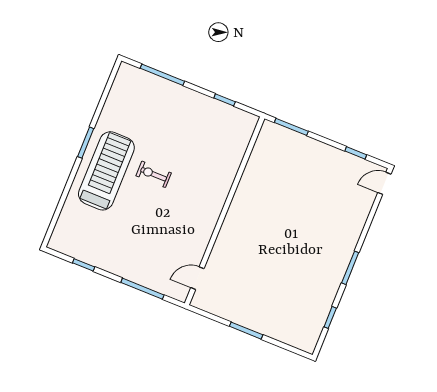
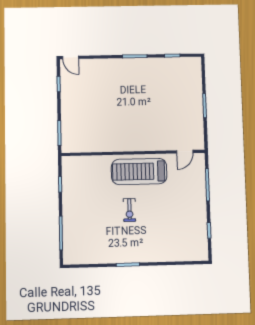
treadmill: (106, 171) -> (139, 171), moved
door: (197, 278) -> (185, 152), hinge flipped

